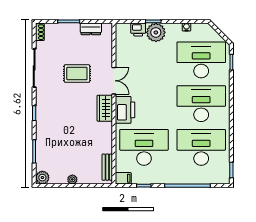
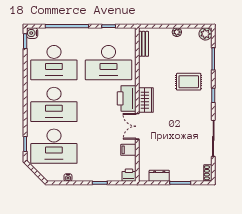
printer: (138, 30) -> (129, 175), moved
plant: (156, 32) -> (97, 172), removed
rug: (77, 74) -> (189, 82), moved
filing cabinet: (123, 178) -> (128, 150), moved
water cooler: (224, 178) -> (32, 33), added

